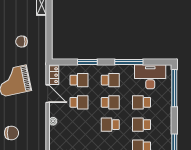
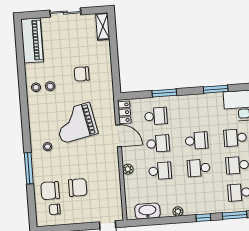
window: (129, 62) -> (216, 89), width x0.69
school desk: (110, 80) -> (160, 171), moved

